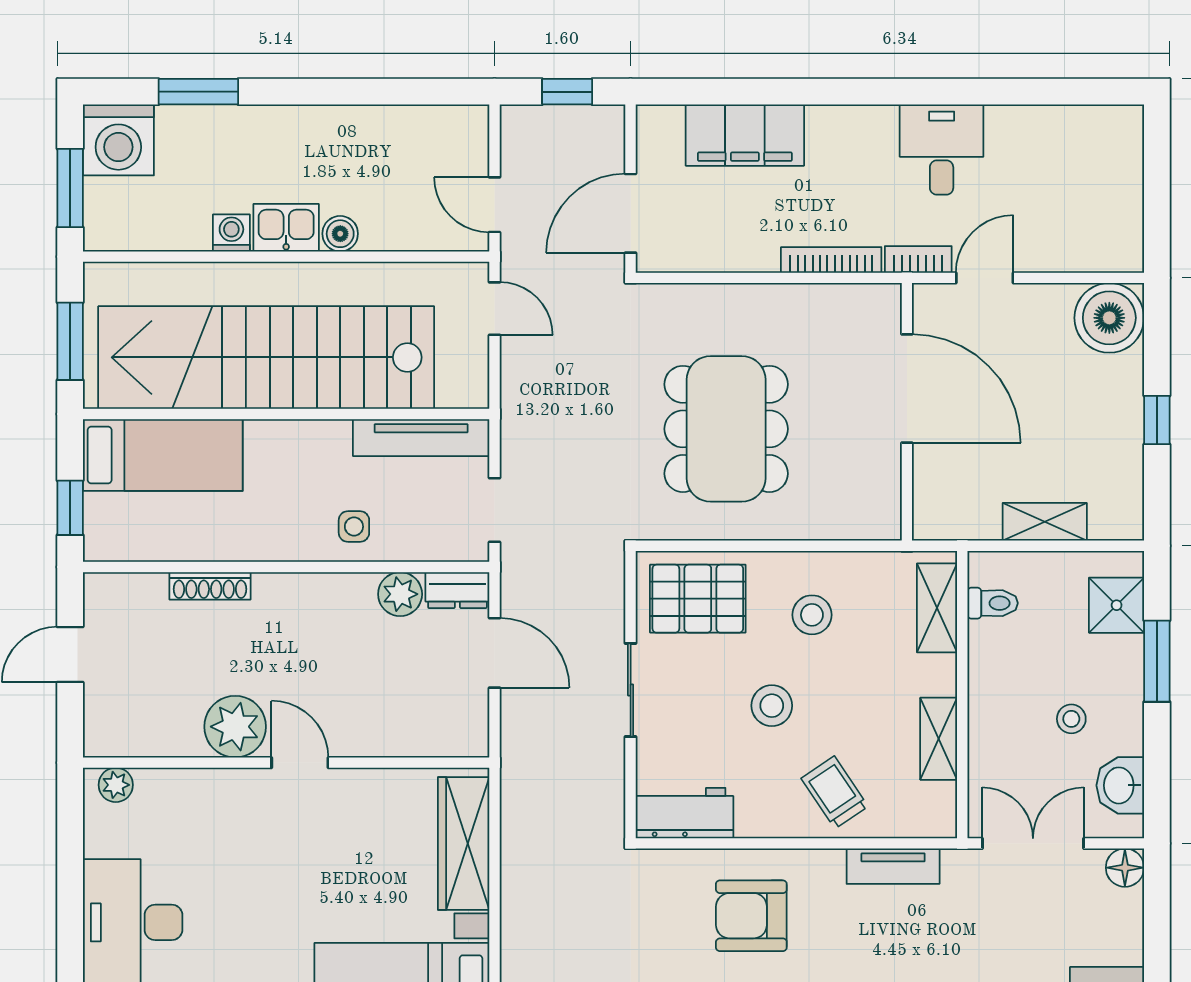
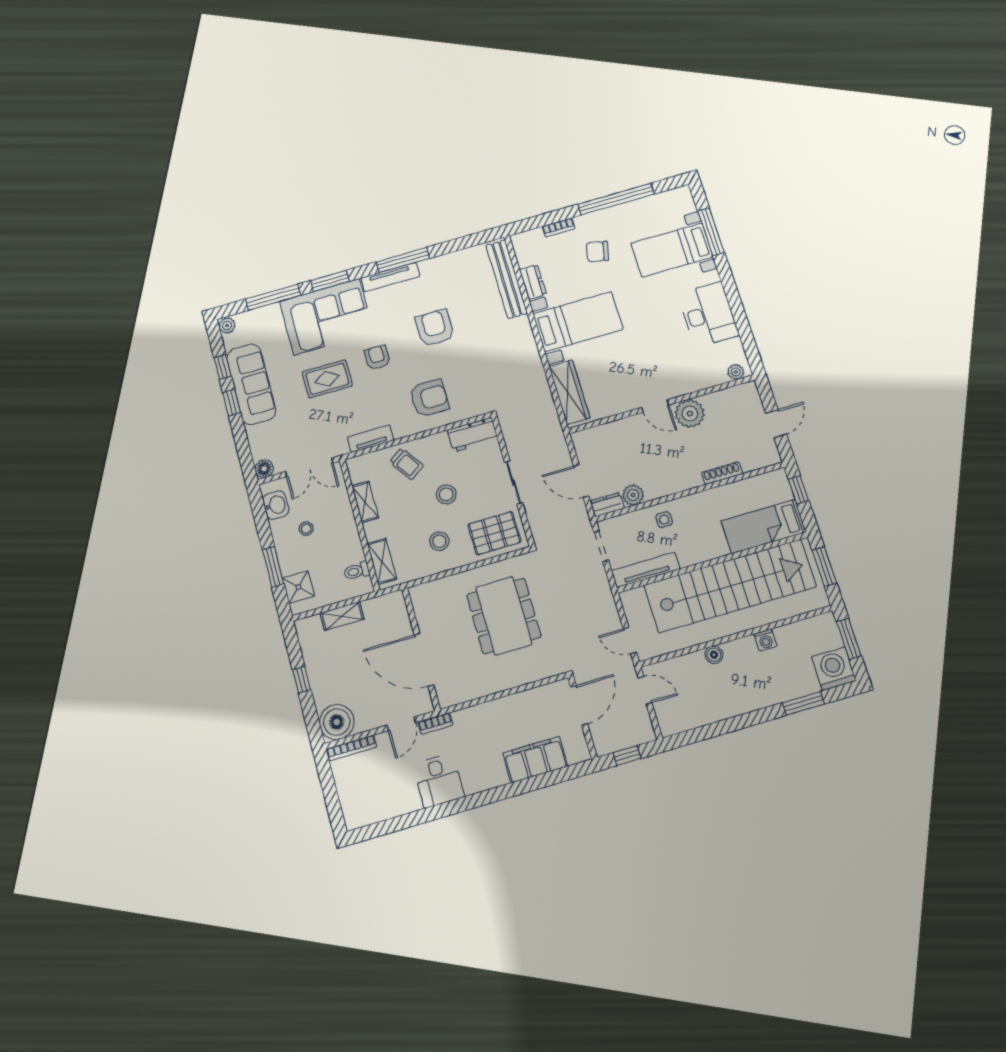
kitchen sink: (286, 228) -> (740, 650), removed
bookcase: (831, 260) -> (351, 748), moved

